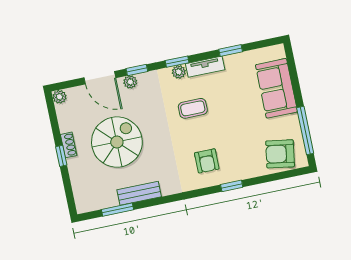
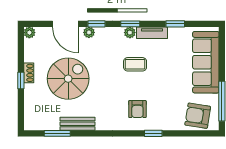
sofa: (276, 88) -> (206, 62), width x1.36

